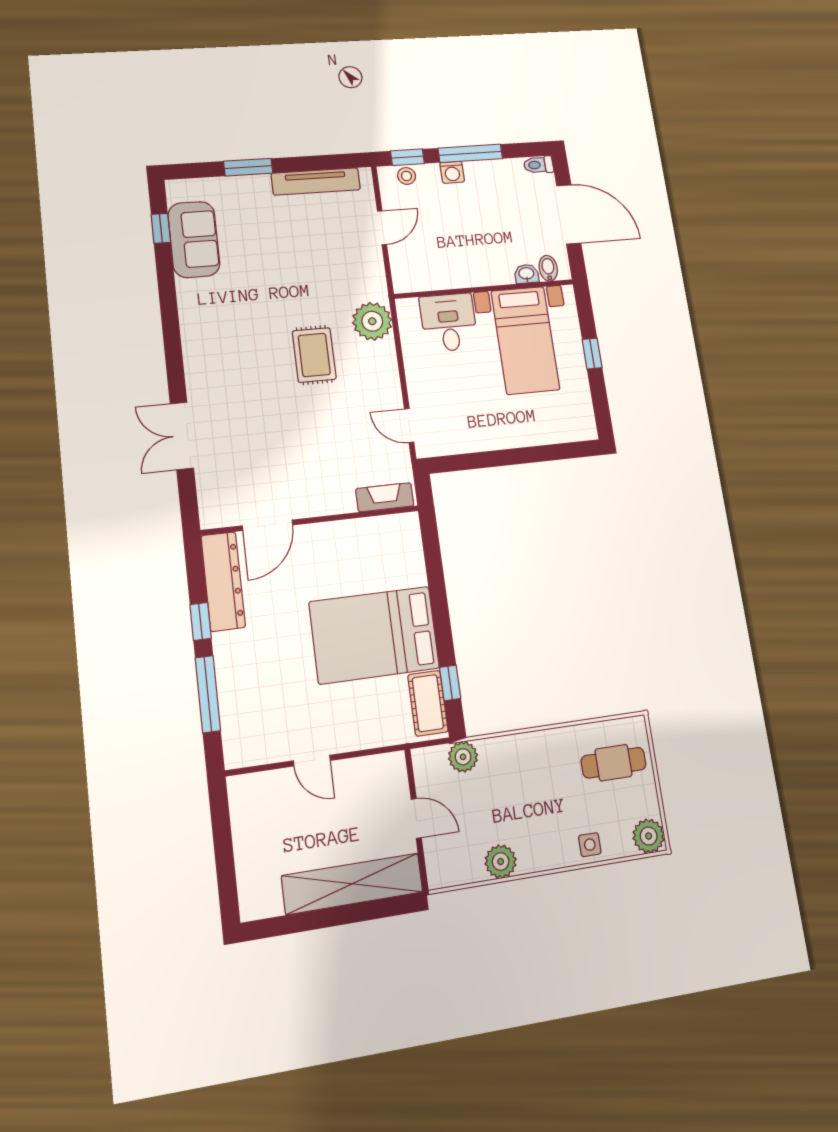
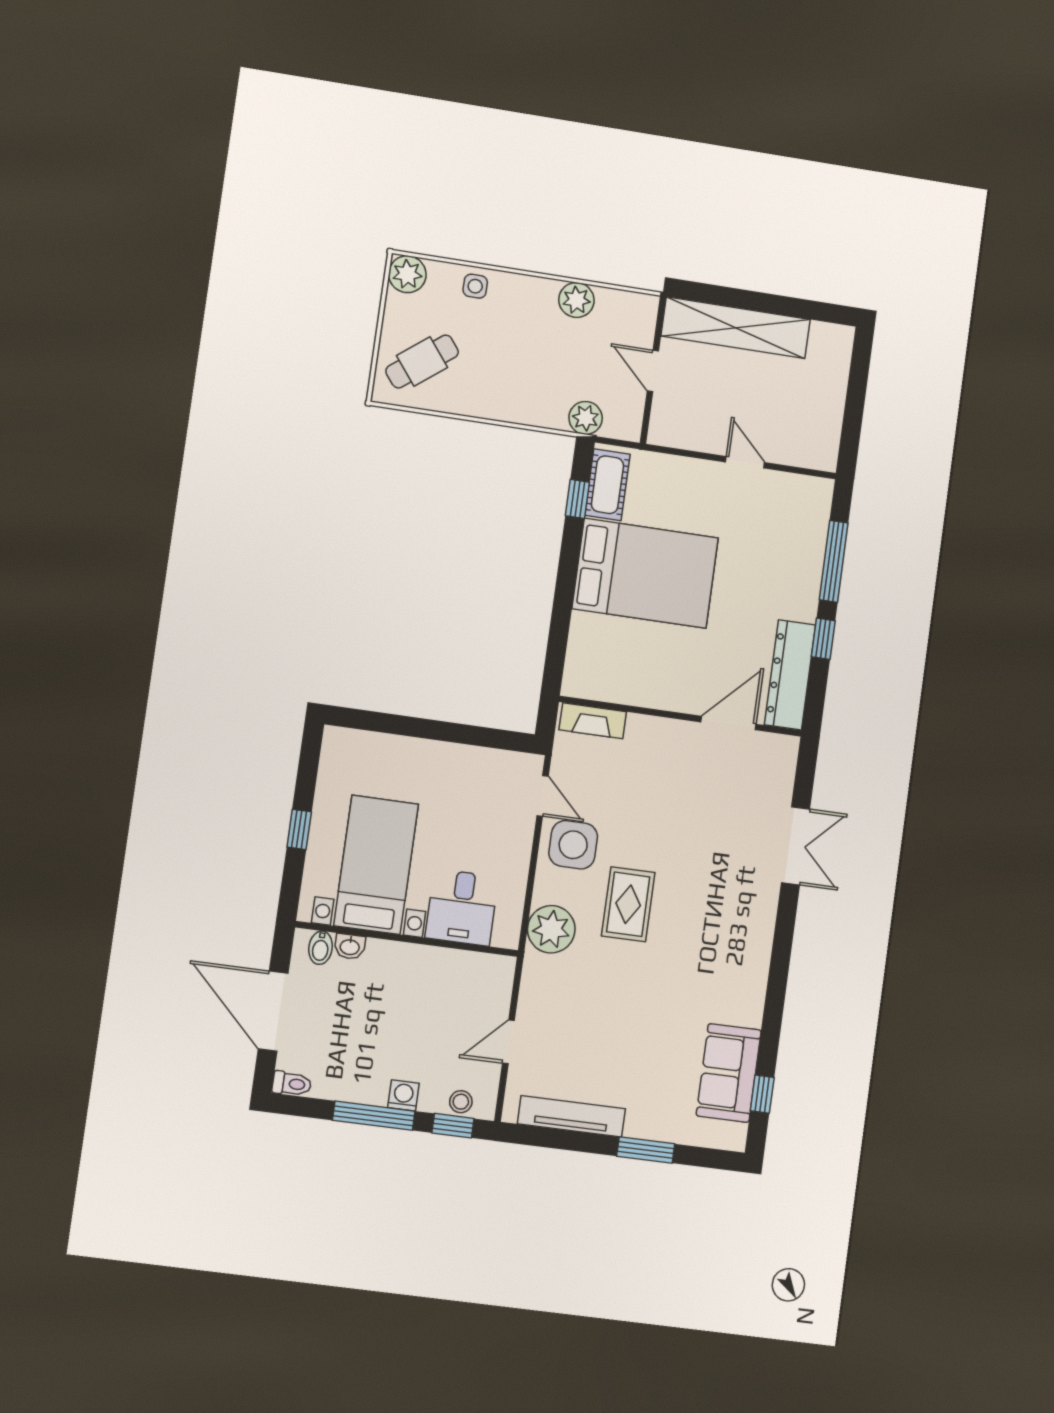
side table: (373, 392) -> (573, 845), added
cafe table: (613, 763) -> (422, 362), turned -38

